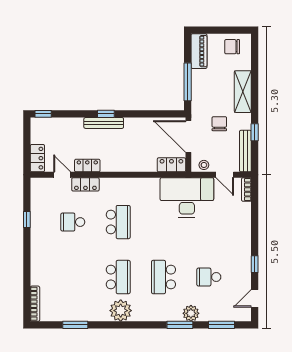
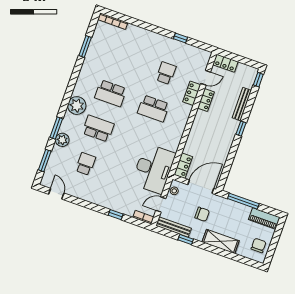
bench: (104, 123) -> (242, 104), moved
window: (255, 264) -> (116, 215), moved
plant: (121, 311) -> (77, 106), moved

